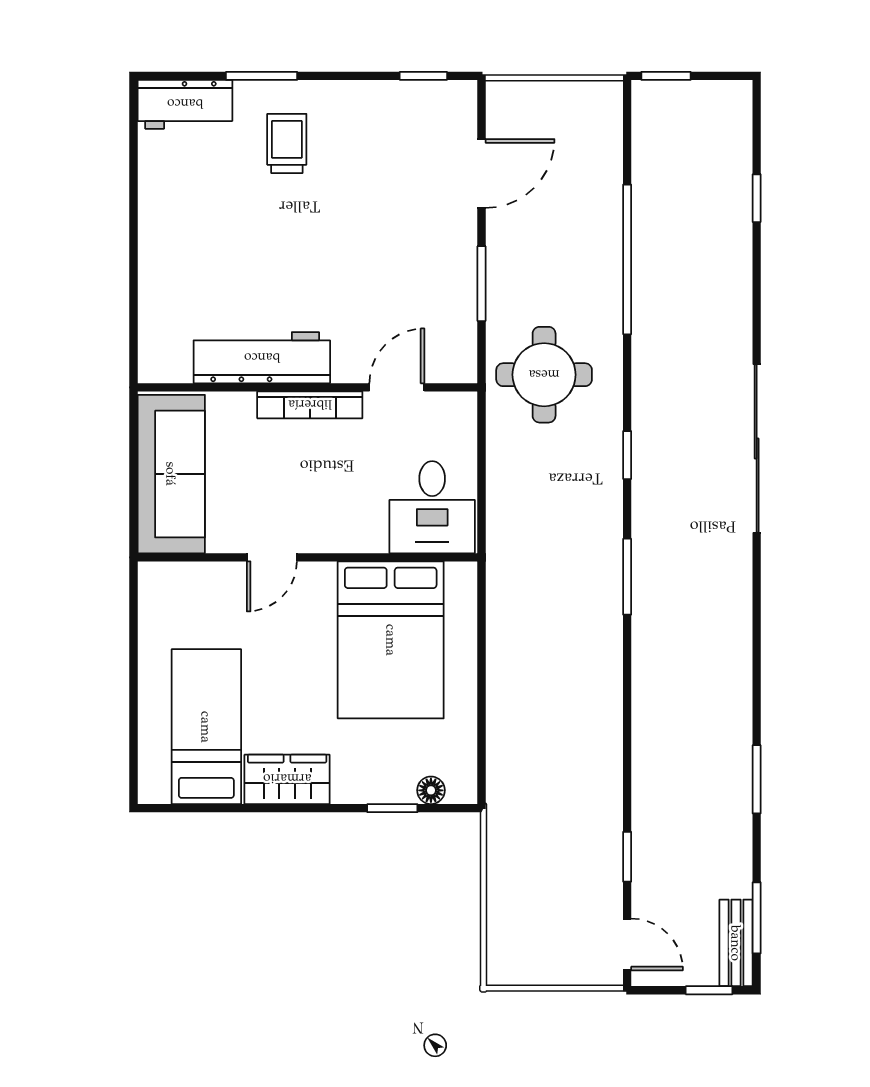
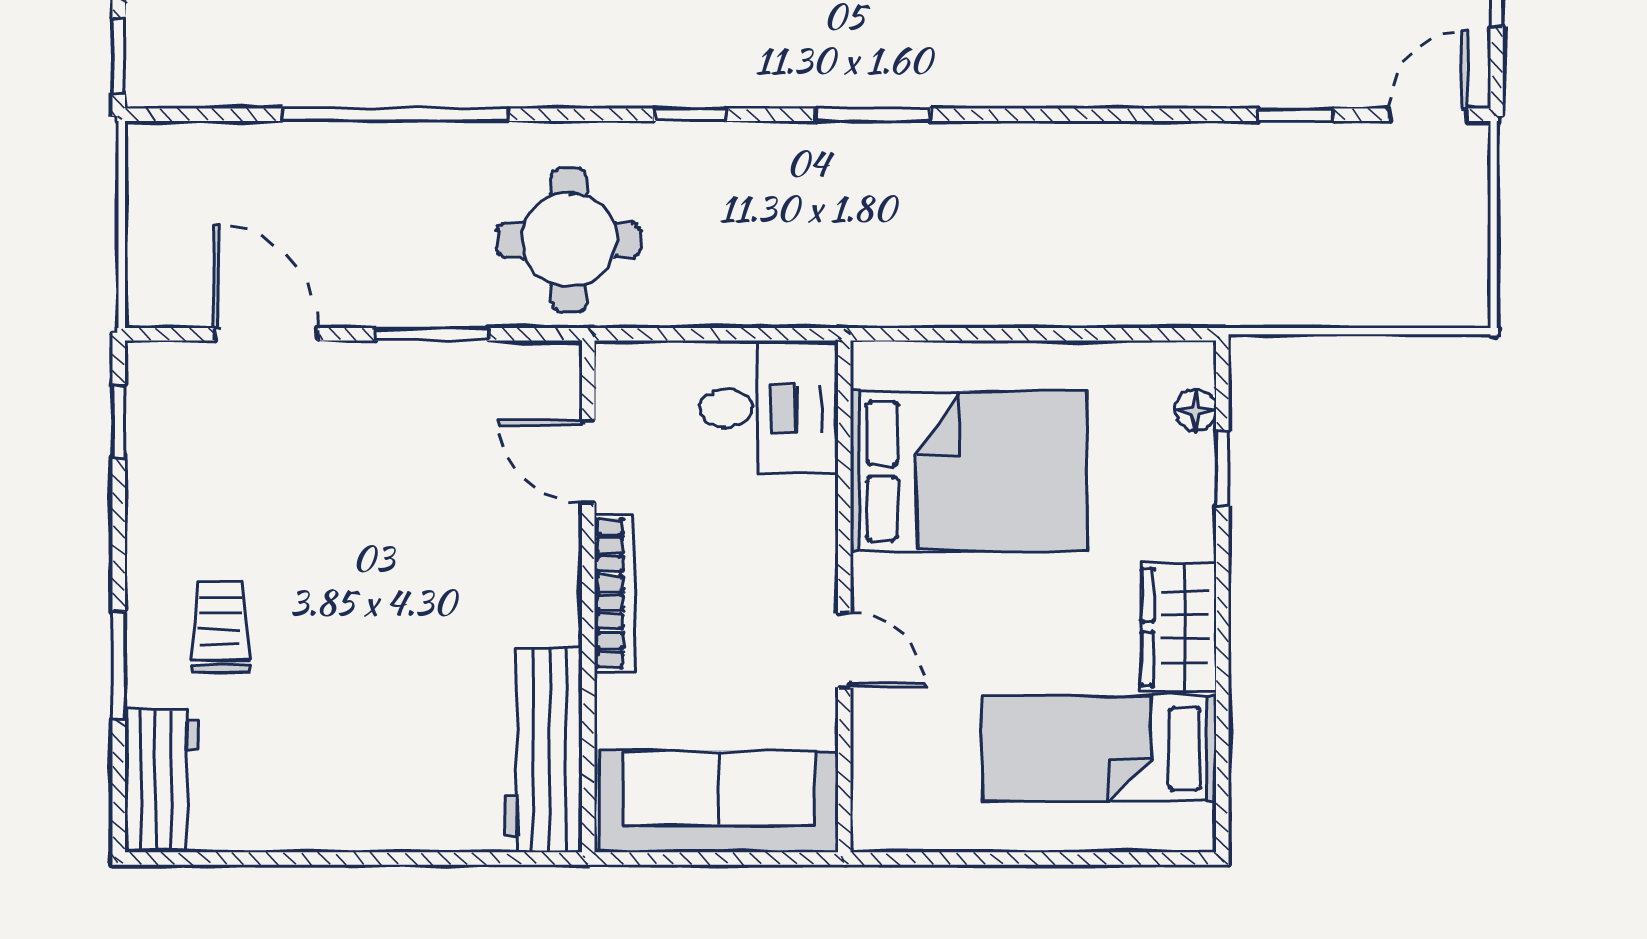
trolley: (287, 144) -> (221, 627), turned 90
workbench: (262, 358) -> (543, 750), moved

